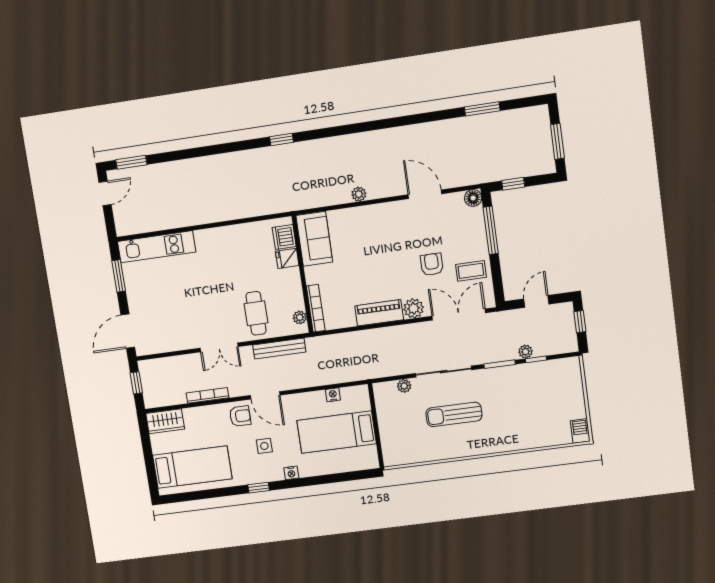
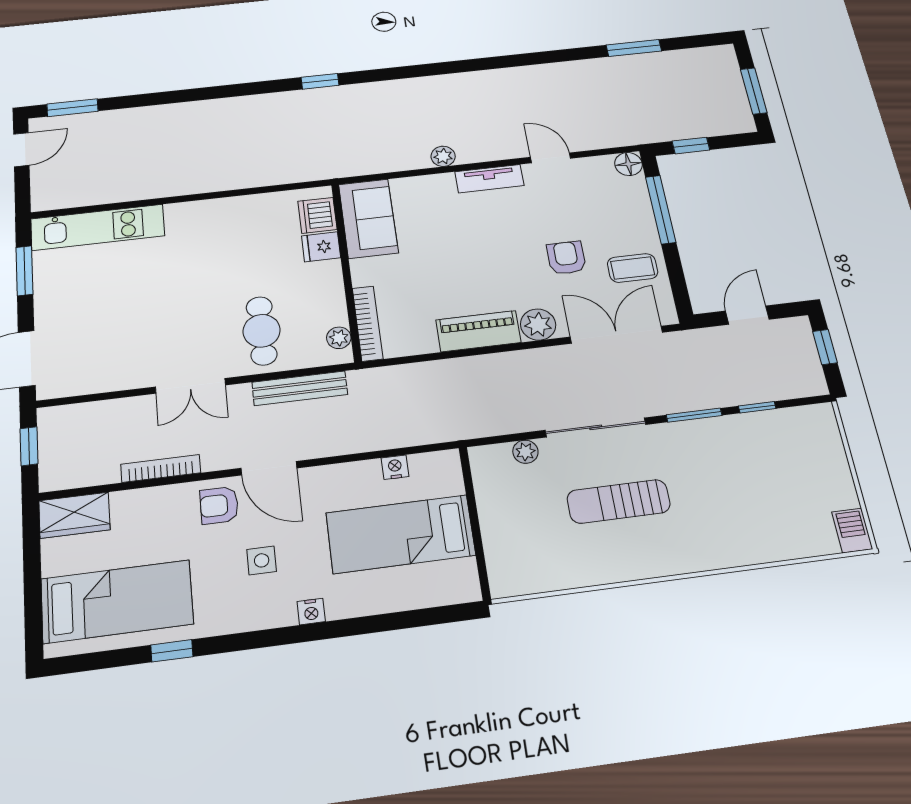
door: (425, 194) -> (550, 158), width x0.73
tv unit: (387, 210) -> (489, 179), added
plant: (526, 352) -> (738, 395), removed
armchair: (240, 416) -> (219, 505), turned 180
window: (259, 488) -> (172, 651), moved

